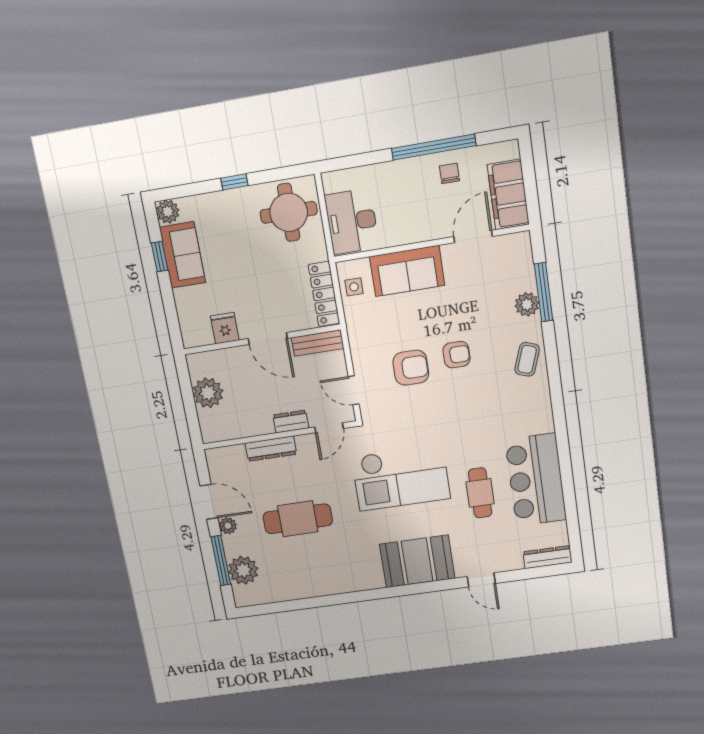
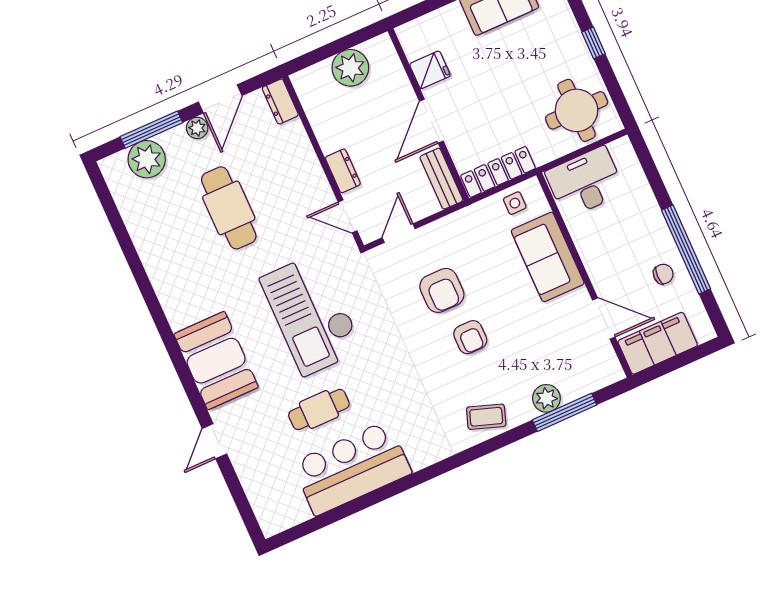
dresser: (271, 449) -> (280, 101), moved, width x0.70
dresser: (548, 557) -> (264, 509), removed

